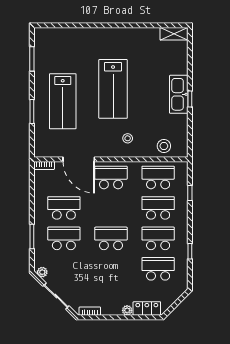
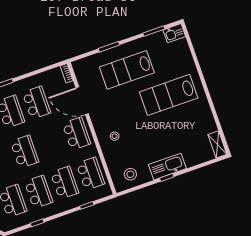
kitchen sink: (42, 38) -> (174, 33), added
lab bench: (113, 89) -> (169, 95), moved
stool: (164, 146) -> (130, 174), moved
door: (79, 159) -> (82, 101), hinge flipped

